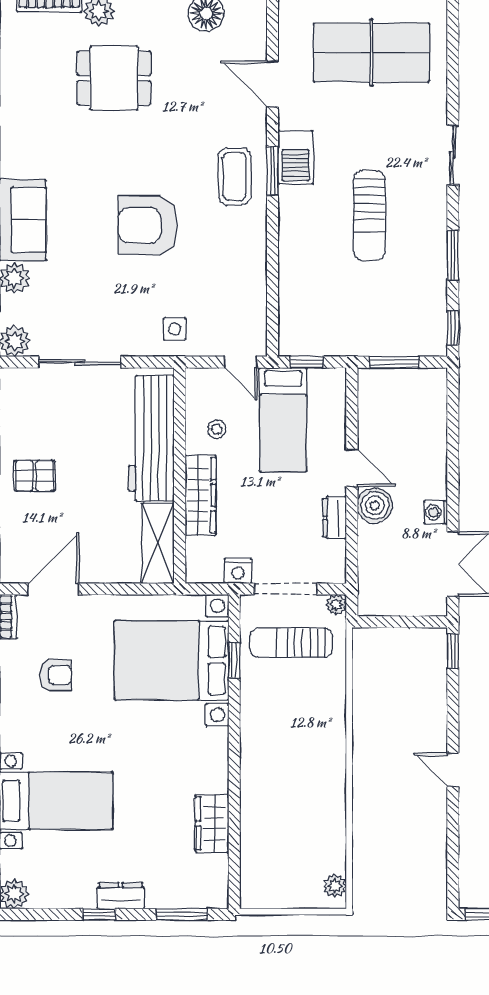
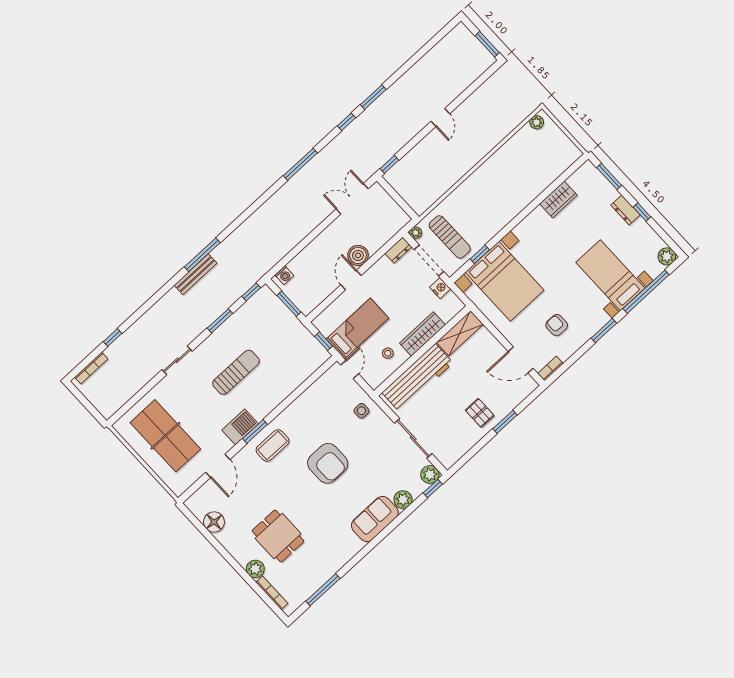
washing machine: (436, 512) -> (284, 275), moved
dresser: (335, 518) -> (398, 250), moved

